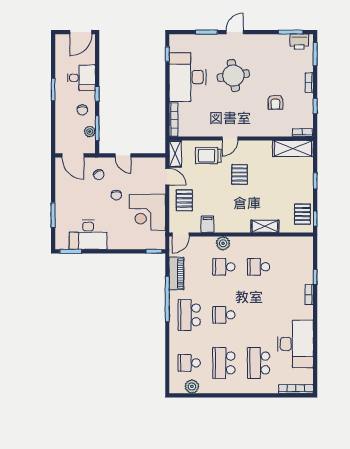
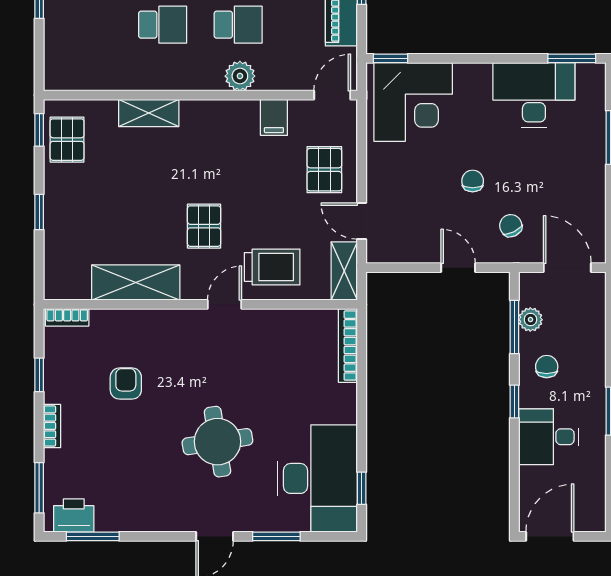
desk: (188, 77) -> (317, 478), moved
shelving: (293, 148) -> (136, 283), moved
corner desk: (147, 212) -> (413, 102), moved, turned 90

